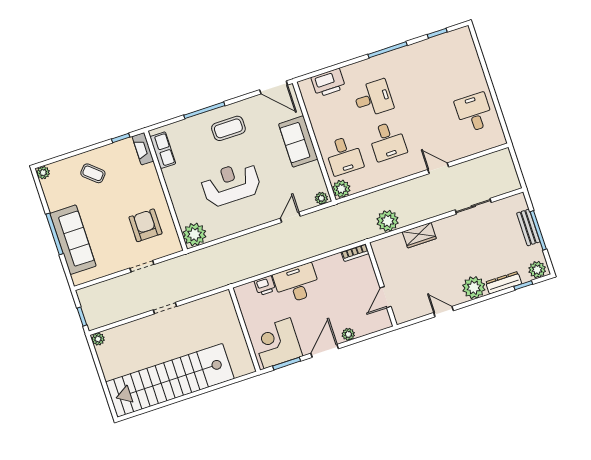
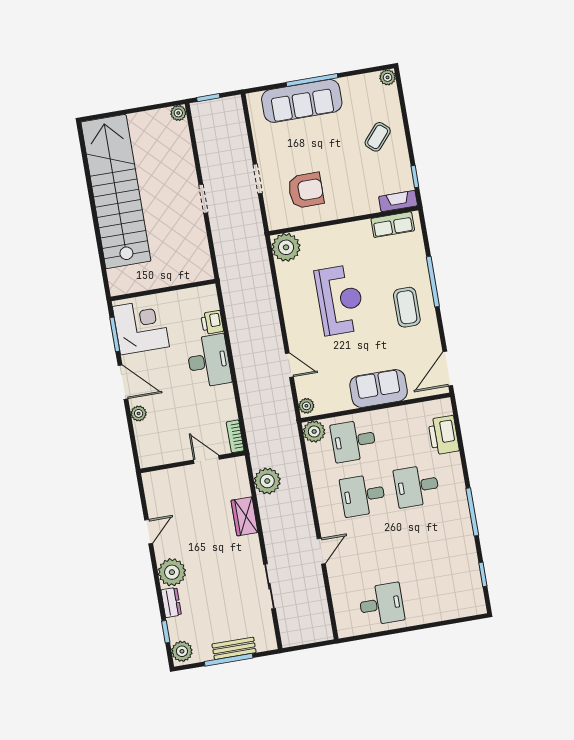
desk: (373, 98) -> (417, 486), turned 90
dresser: (504, 283) -> (171, 602), width x0.70
door: (386, 297) -> (206, 460), moved

